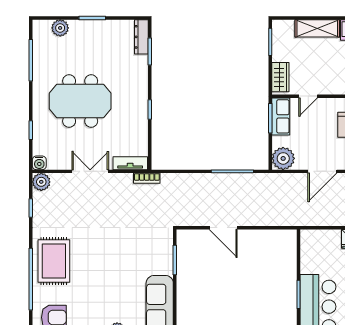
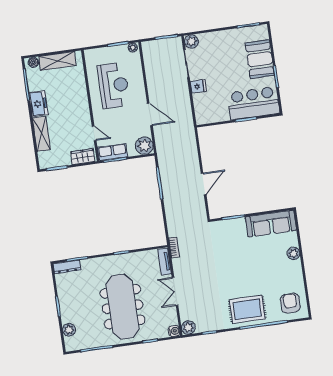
meeting table: (80, 101) -> (123, 307), width x1.36

